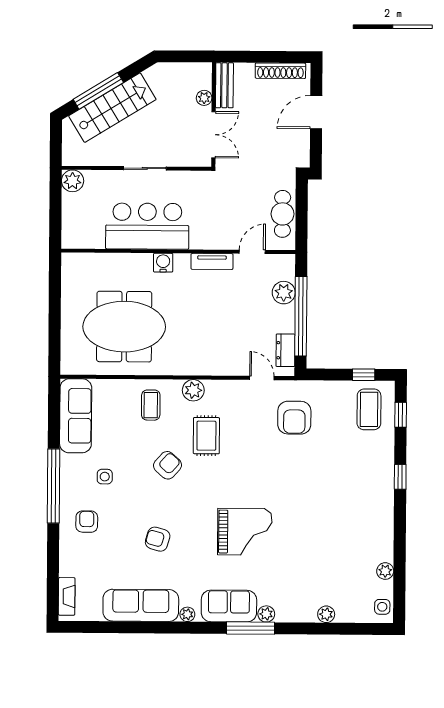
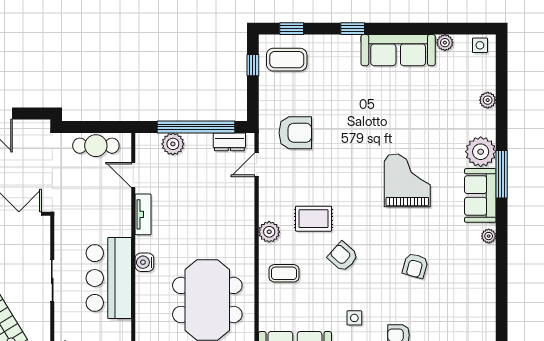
sofa: (141, 605) -> (398, 50), moved, turned -90
plant: (266, 614) -> (481, 152), width x1.87, depth x1.87

